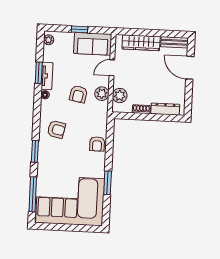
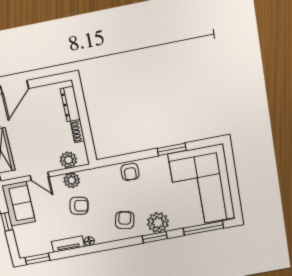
plant: (49, 40) -> (158, 223), moved, width x1.87, depth x1.87
window: (39, 73) -> (37, 259), moved
armchair: (97, 144) -> (130, 172), turned 90

